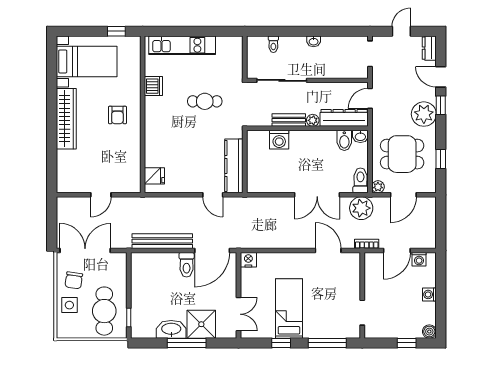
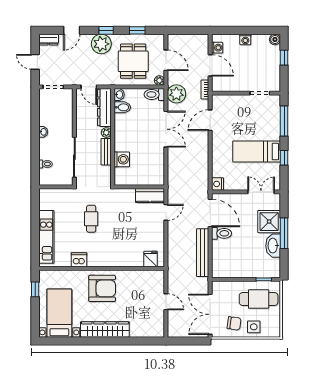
window: (441, 105) -> (106, 30), moved
armchair: (117, 115) -> (102, 288), width x1.88, depth x1.88
kitchen counter: (234, 166) -> (150, 196), width x0.67

